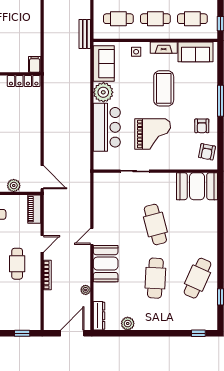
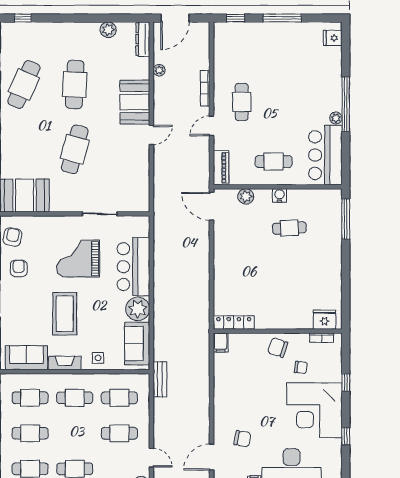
cafe table: (155, 224) -> (75, 149), turned 30

